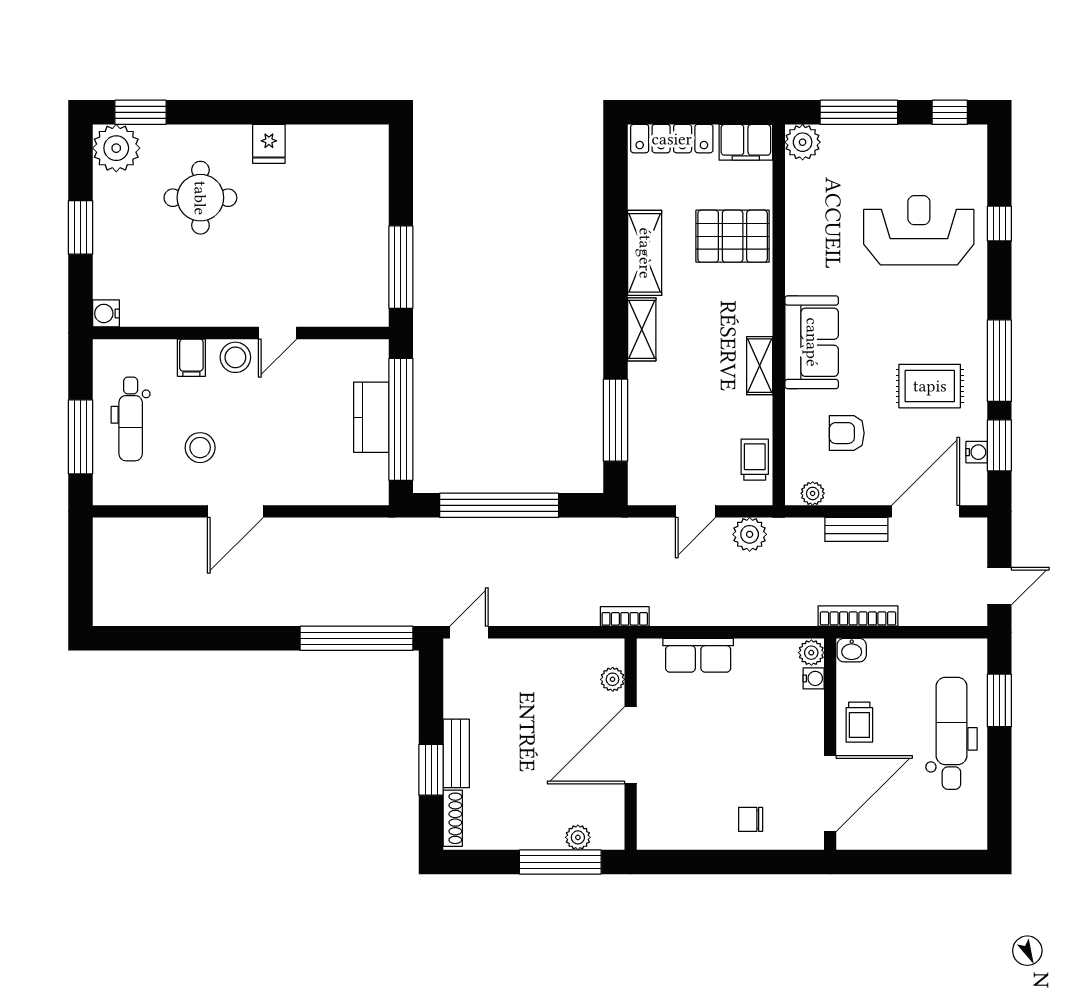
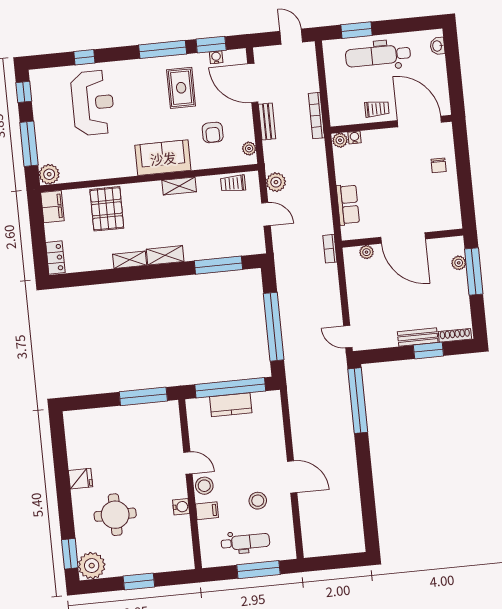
locker: (672, 139) -> (55, 257), width x0.66
reception desk: (919, 230) -> (93, 103), turned 180
shelving: (645, 253) -> (130, 260), width x0.67, depth x0.75
water cooler: (106, 313) -> (181, 507), moved, turned -90
washbasin: (852, 650) -> (437, 46), moved, turned 180

